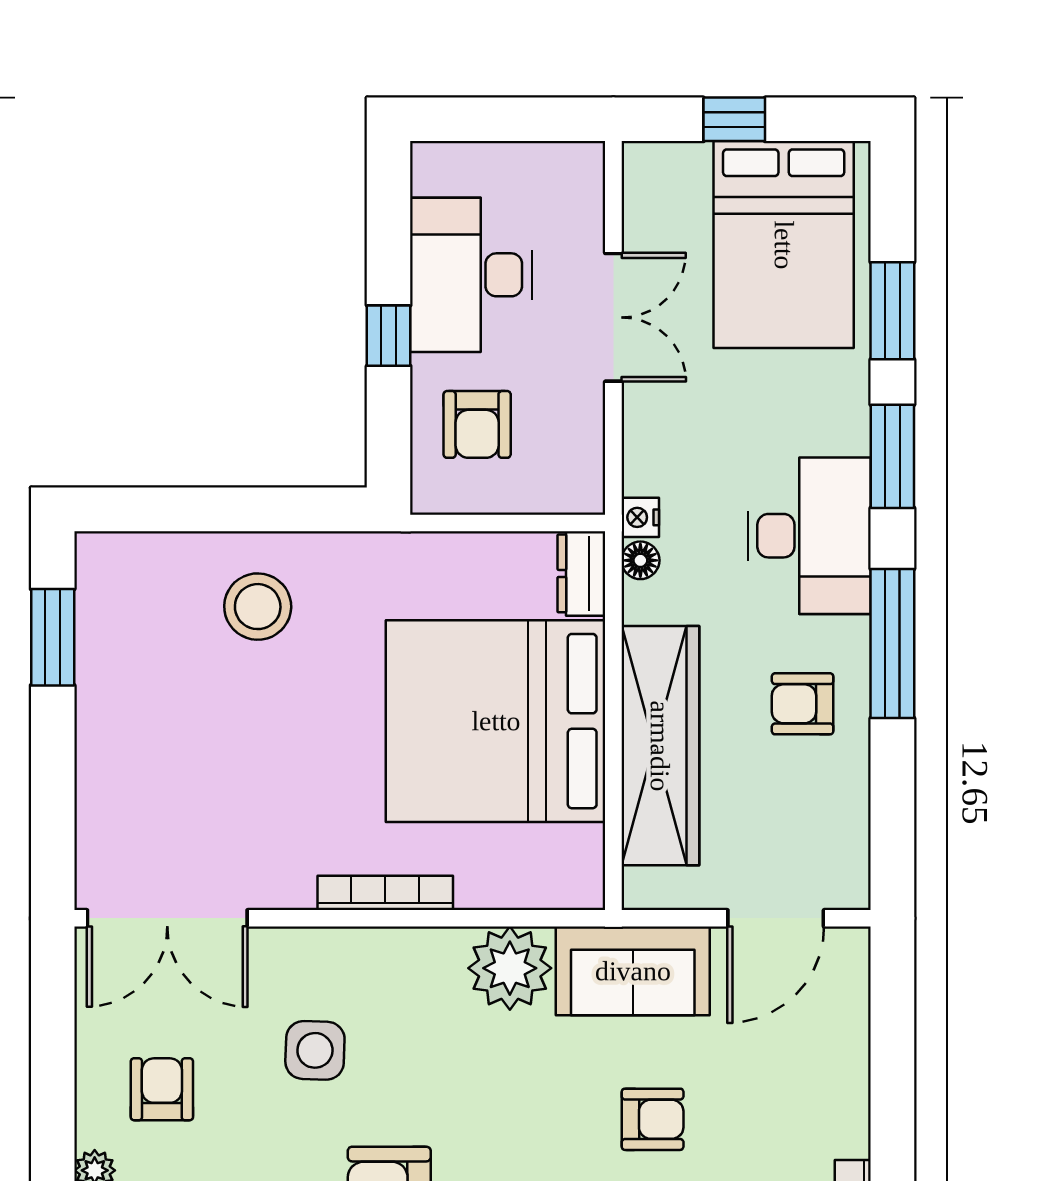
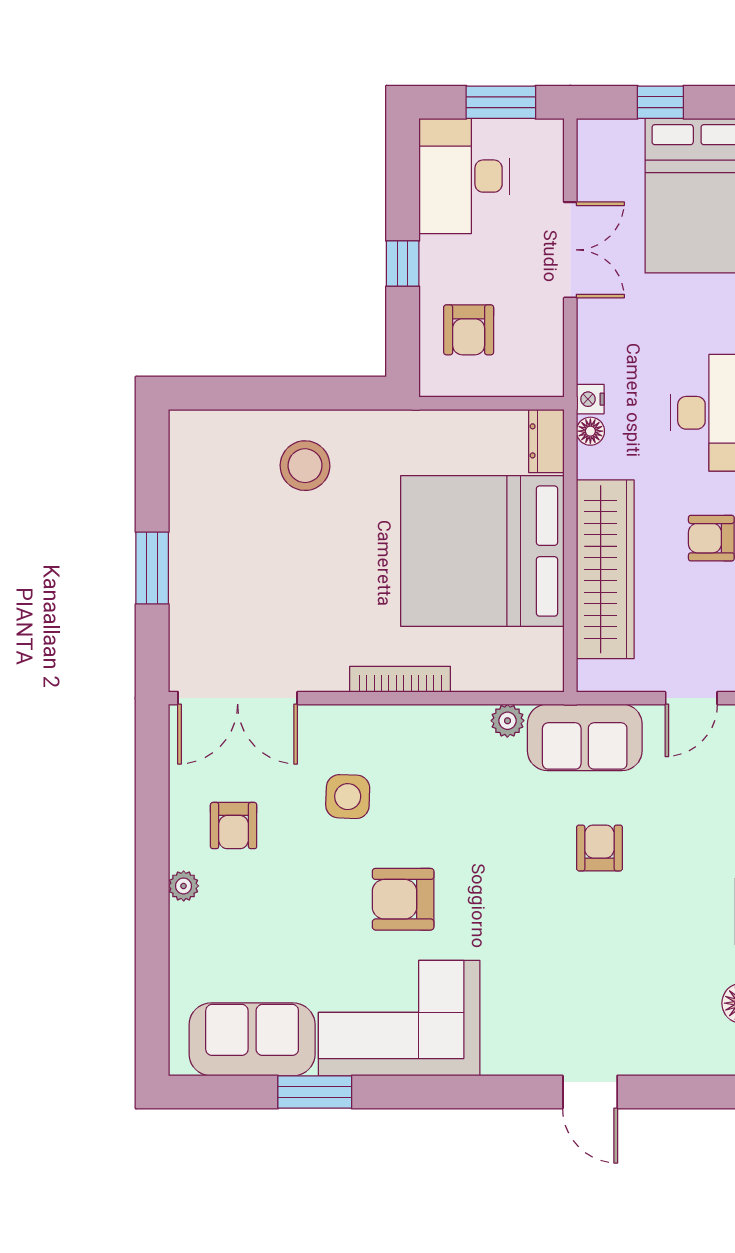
window: (520, 119) -> (501, 102), added
desk: (471, 275) -> (464, 176), moved
window: (53, 637) -> (152, 568), moved
door: (776, 918) -> (691, 698), width x0.73
plant: (510, 968) -> (507, 721), width x0.53, depth x0.53
armchair: (162, 1089) -> (234, 826), turned 180
armchair: (653, 1119) -> (599, 848), turned -90

